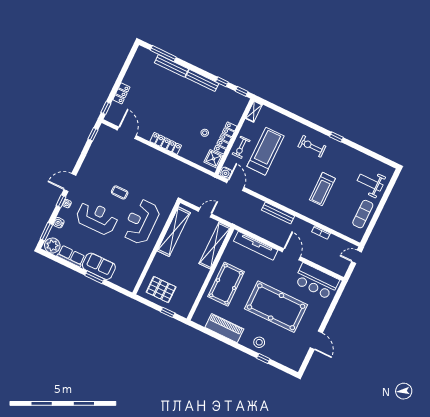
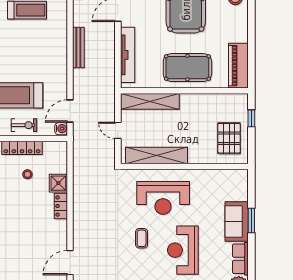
locker: (166, 143) -> (61, 206), width x0.66
shower: (213, 159) -> (58, 183), moved
piano: (224, 328) -> (238, 66), moved

